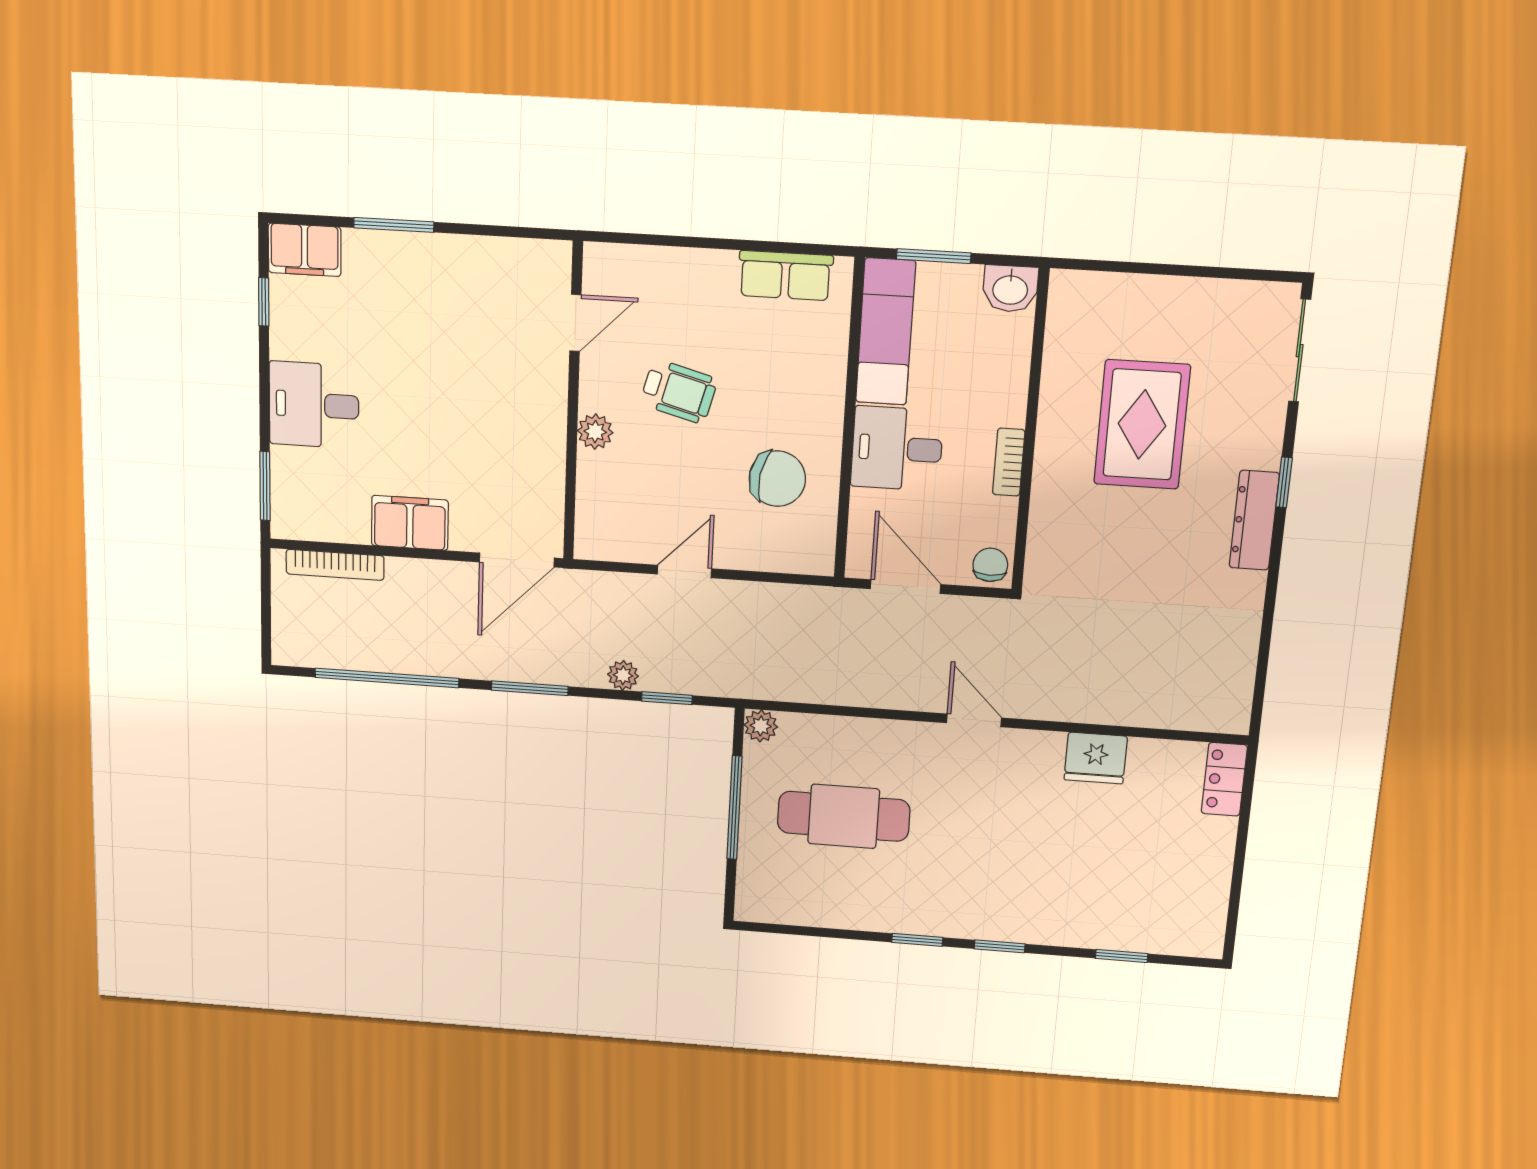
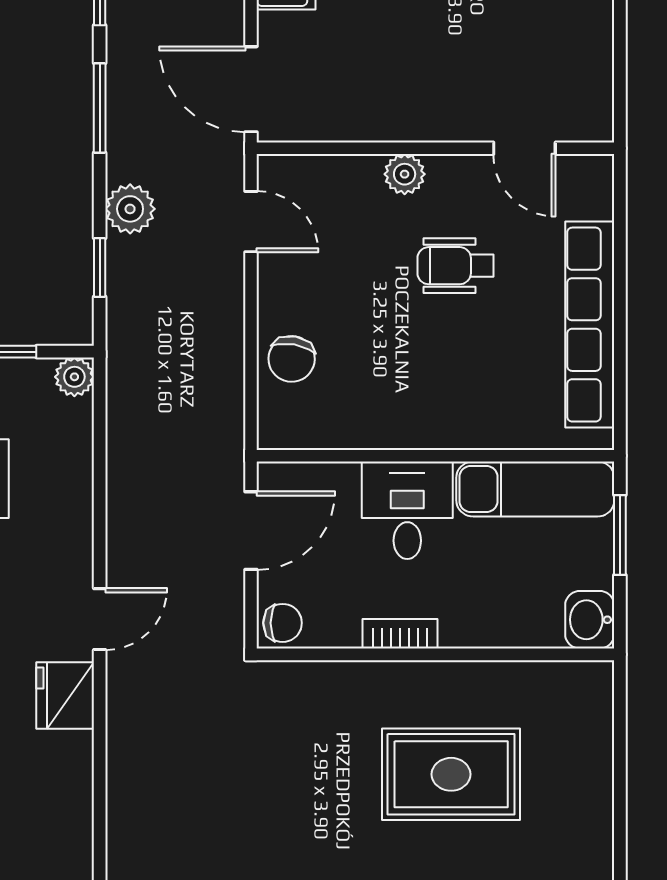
row of seats: (785, 276) -> (590, 325), width x2.02
wheelchair: (679, 391) -> (456, 266), turned 75
chair: (777, 479) -> (292, 359), moved, width x0.73, depth x0.73
door: (684, 571) -> (251, 222), moved
plant: (623, 675) -> (130, 209), width x1.38, depth x1.38
fridge: (1096, 758) -> (65, 695), moved

